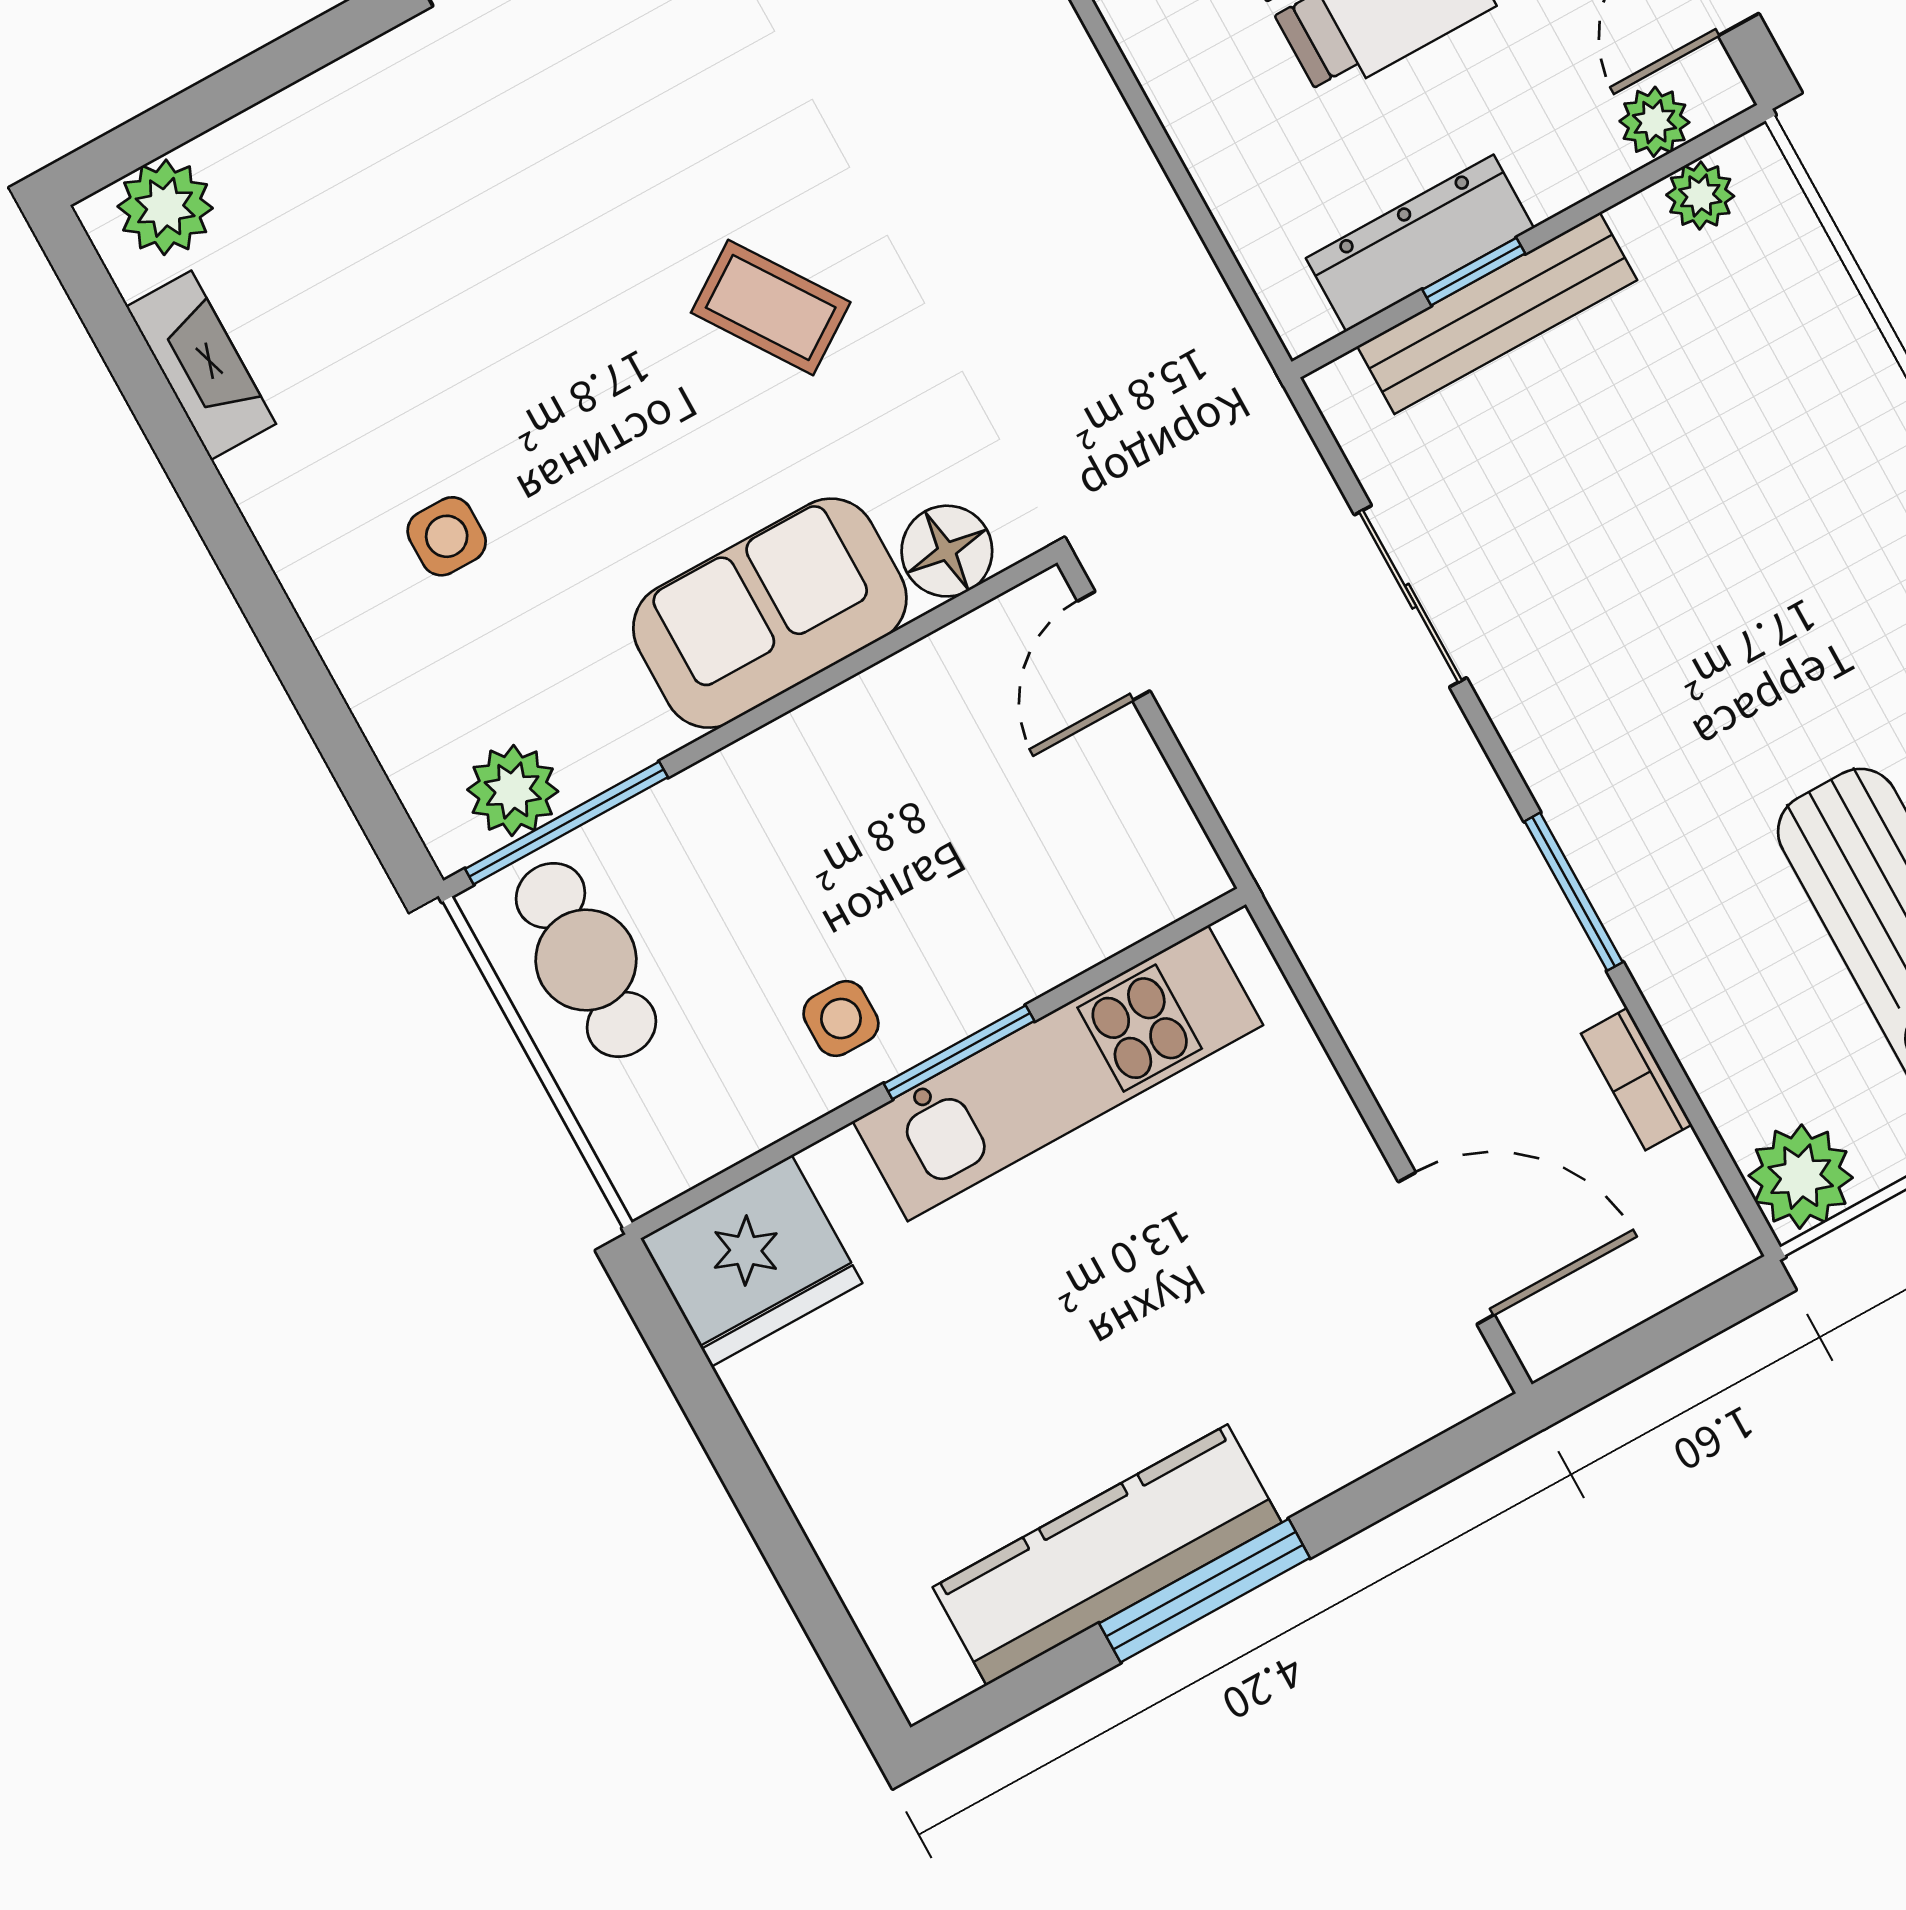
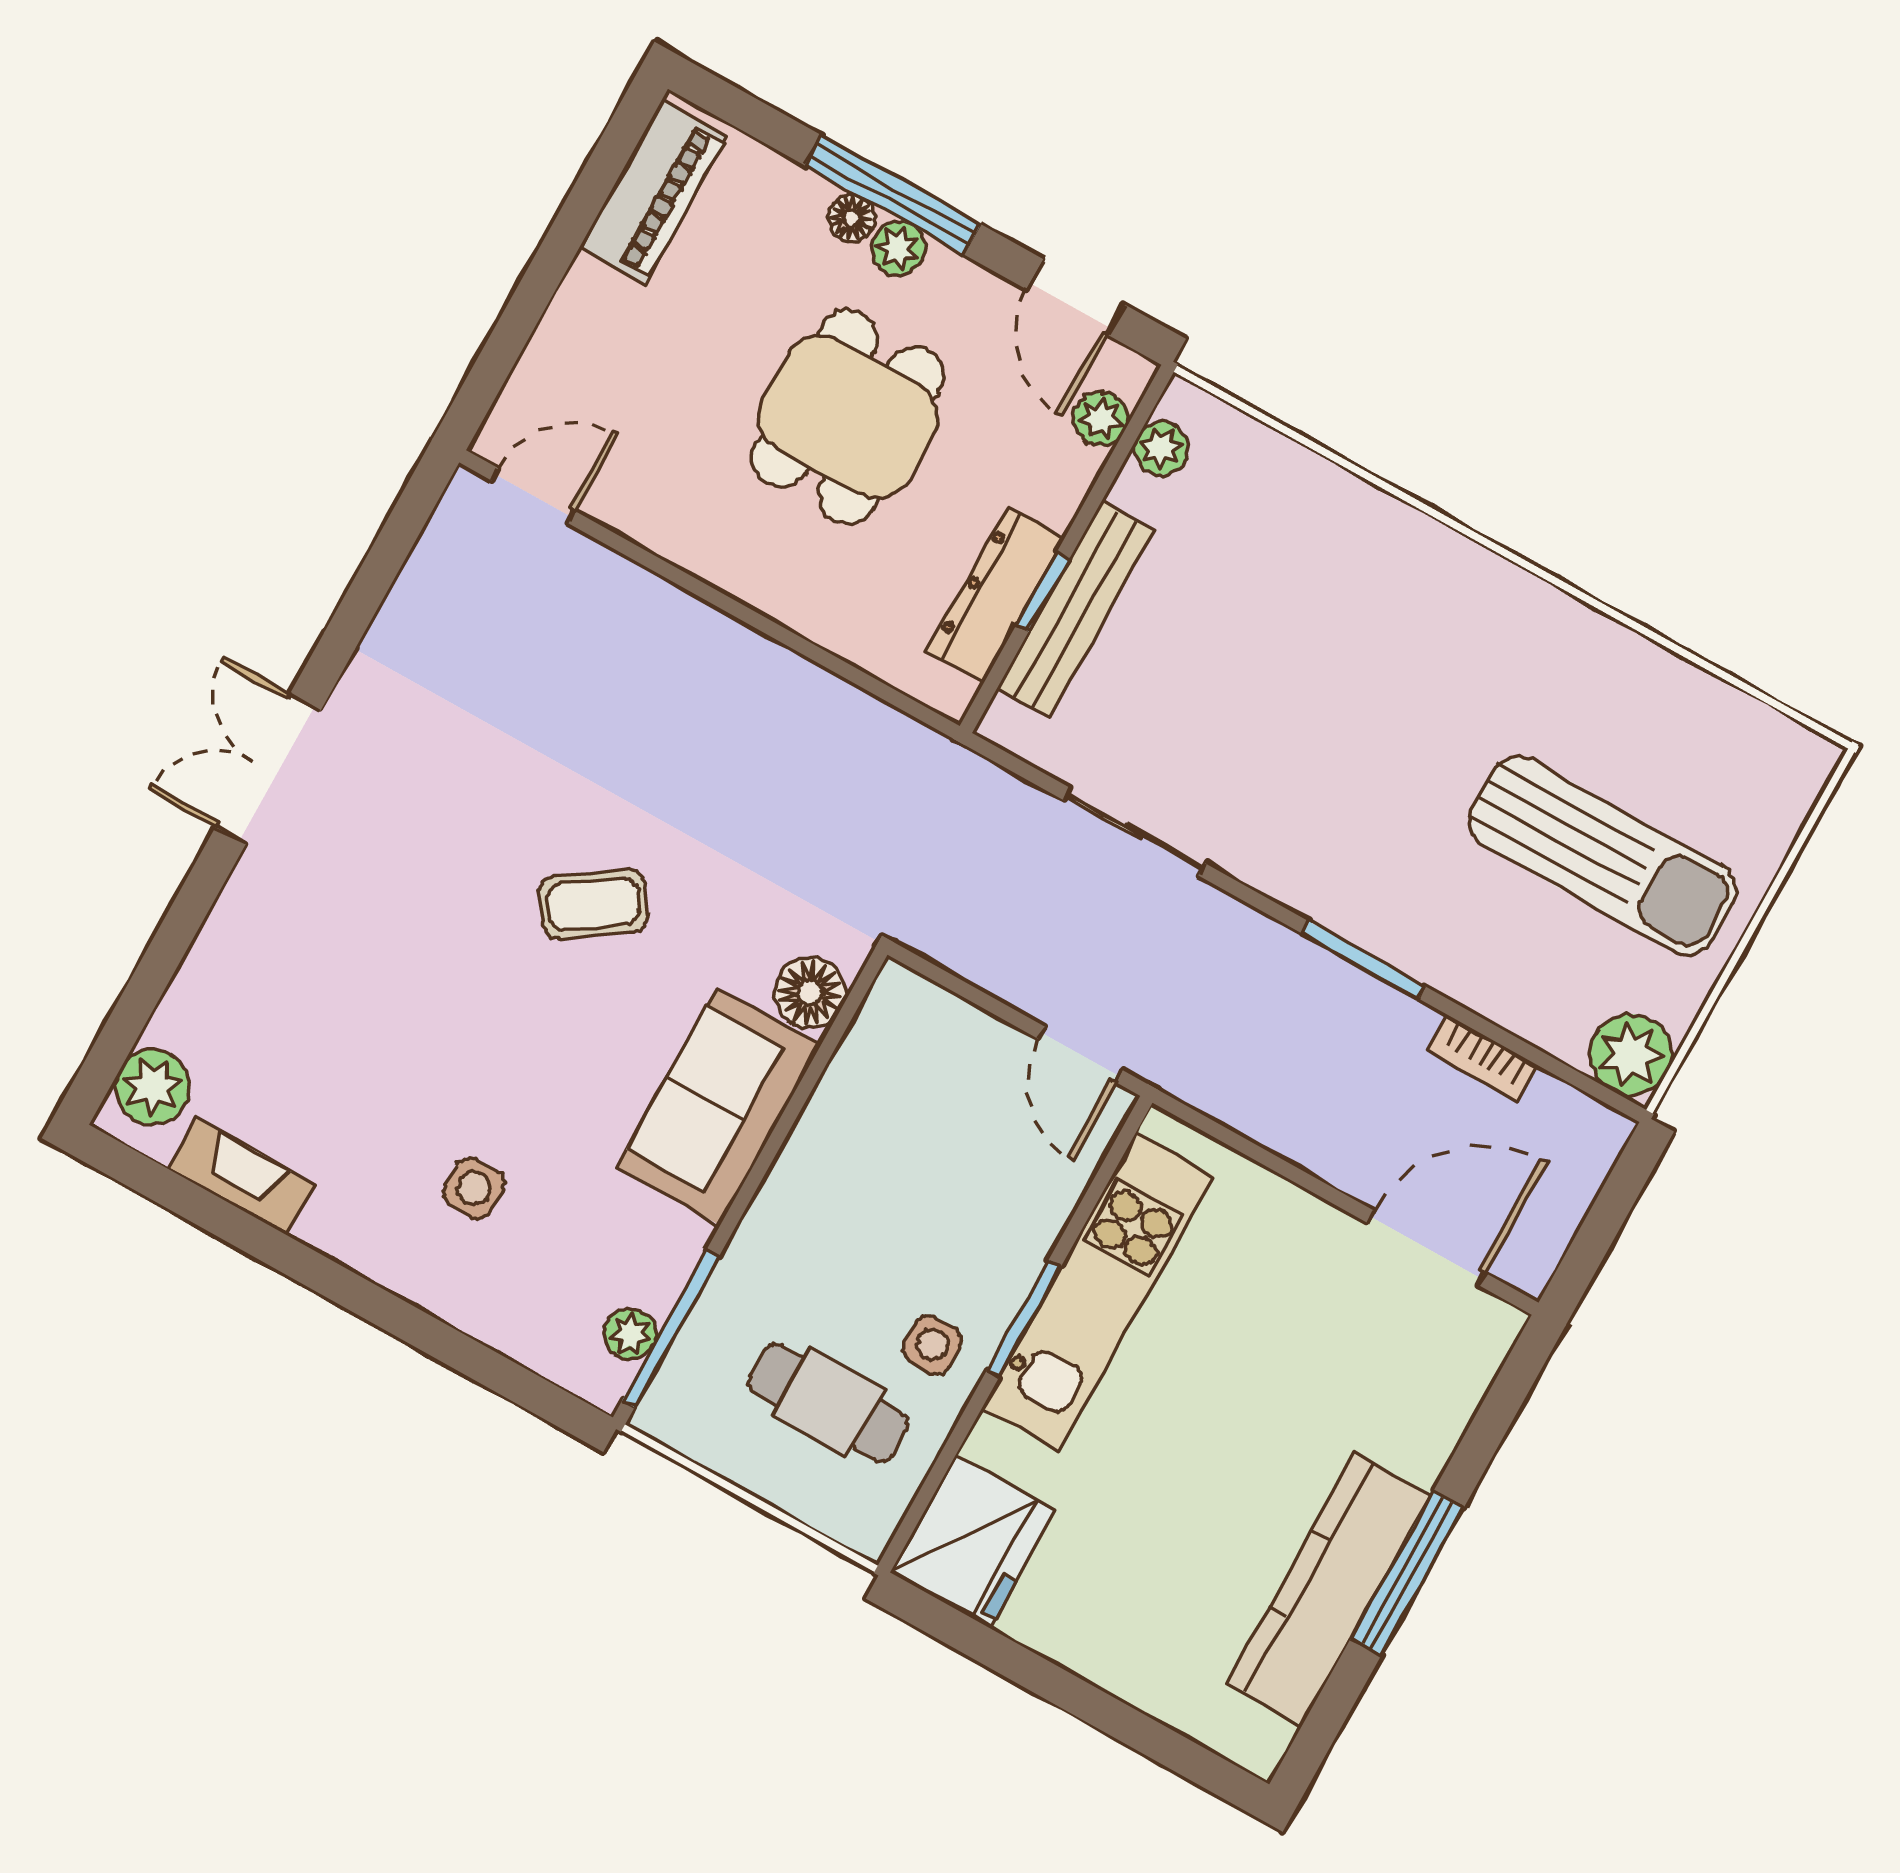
door: (1114, 646) -> (1081, 1055), moved
plant: (513, 791) -> (630, 1334), width x0.73, depth x0.73
cafe table: (586, 960) -> (828, 1403), moved

